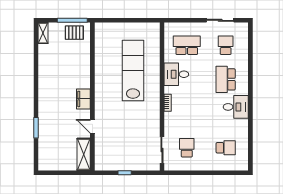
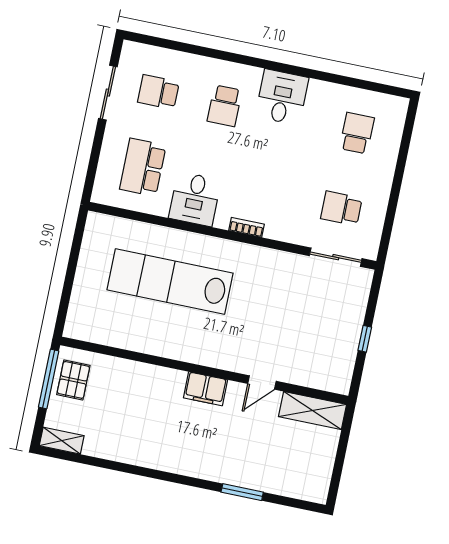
school desk: (226, 79) -> (225, 106), width x0.54

